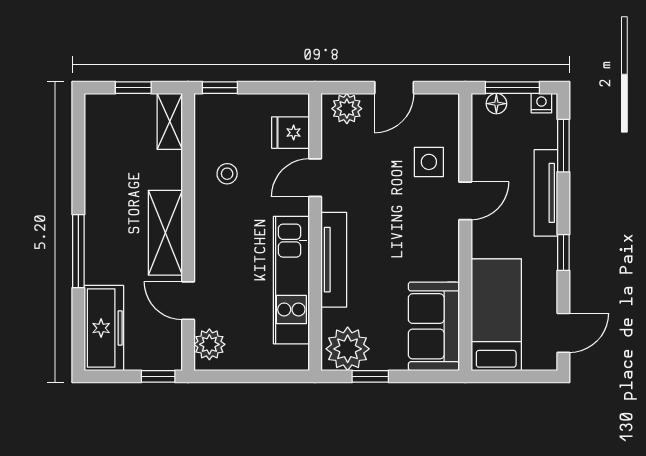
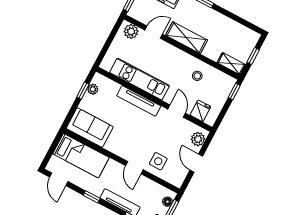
plant: (348, 349) -> (93, 89), width x0.53, depth x0.53

